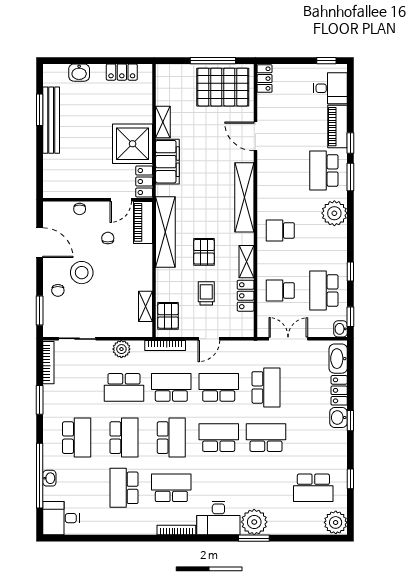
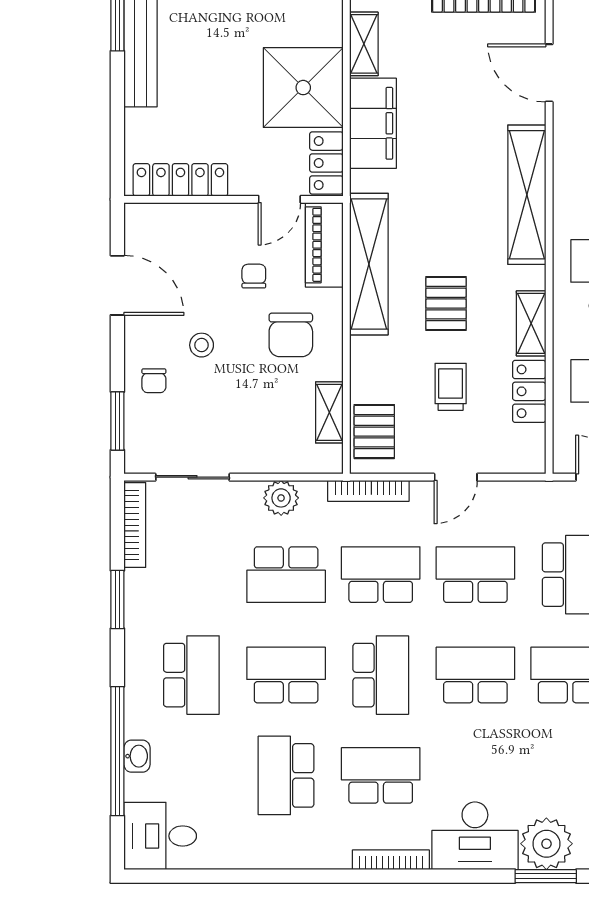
locker: (71, 190) -> (180, 180), added
chair: (80, 209) -> (291, 335), moved, width x1.87, depth x1.87
stool: (82, 273) -> (202, 345), width x0.53, depth x0.53
school desk: (124, 438) -> (286, 675), turned -90

